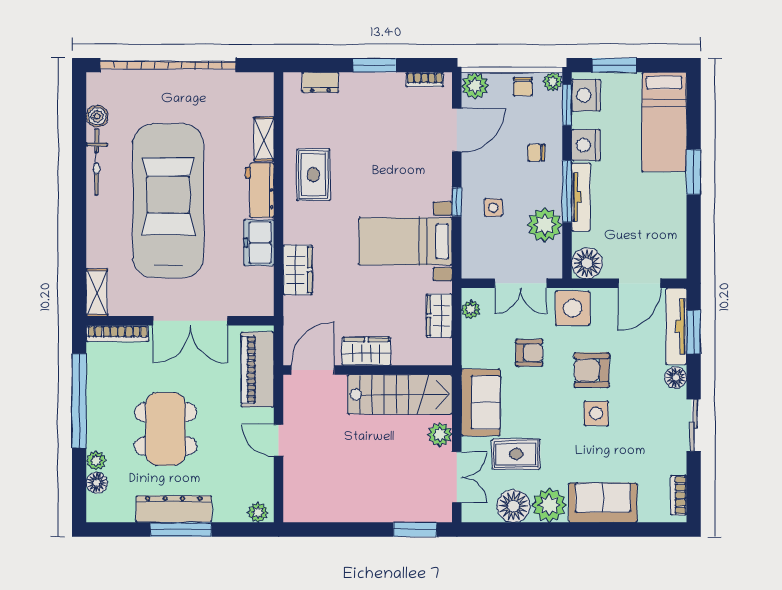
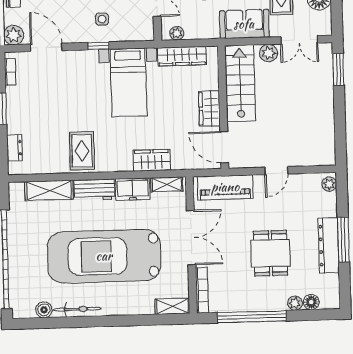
shelving: (264, 139) -> (49, 190), width x1.50, depth x1.33
rug: (313, 175) -> (82, 151), turned 90
shelving: (264, 289) -> (167, 184), added
wardrobe: (439, 316) -> (182, 56), width x1.50
dining table: (166, 429) -> (270, 253), width x0.73
double door: (457, 477) -> (299, 40), swing flipped

